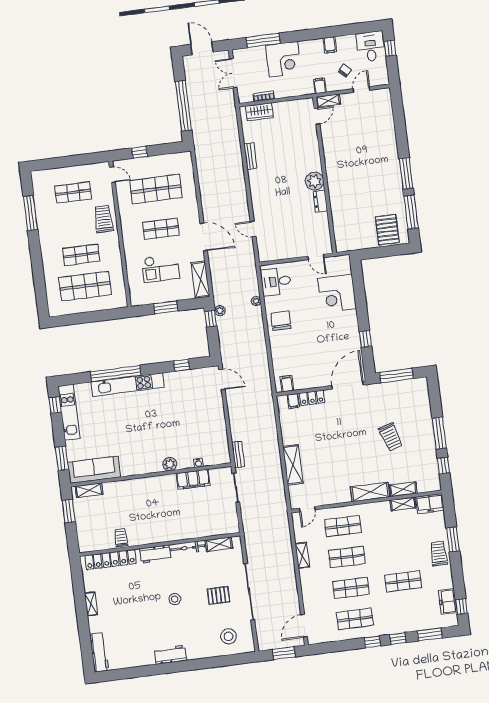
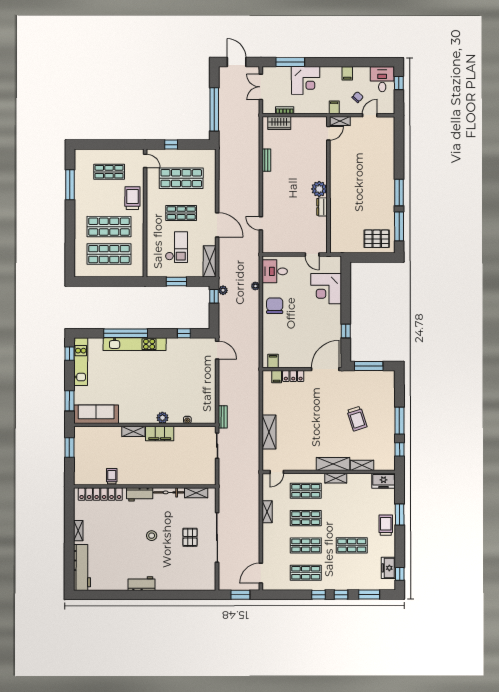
pallet: (387, 230) -> (377, 239), turned 90
shop shelf: (81, 255) -> (109, 227), width x1.43, depth x1.36
checkout: (161, 268) -> (176, 247), turned -90
filing cabinet: (193, 479) -> (160, 434), moved
shelving: (89, 490) -> (133, 431), moved
shelving: (403, 504) -> (336, 478), moved
pallet: (218, 595) -> (190, 537), turned 90
stool: (229, 636) -> (194, 574), removed
workbench: (99, 652) -> (82, 567), width x1.36, depth x1.32

